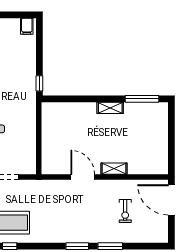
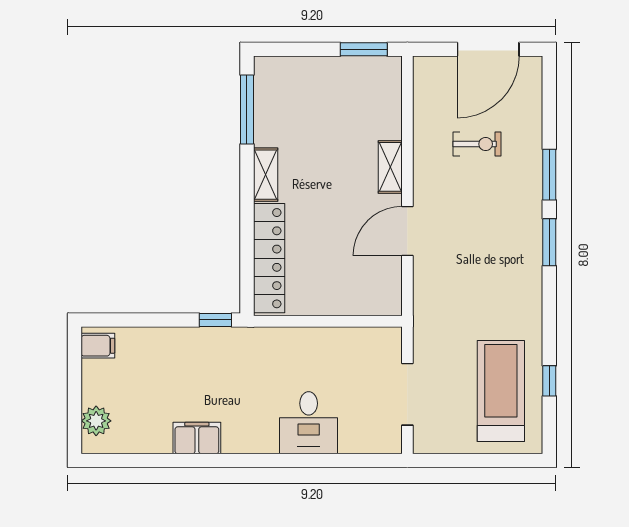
locker: (70, 110) -> (269, 258), added
window: (171, 156) -> (364, 49), added
door: (171, 200) -> (488, 49), moved

